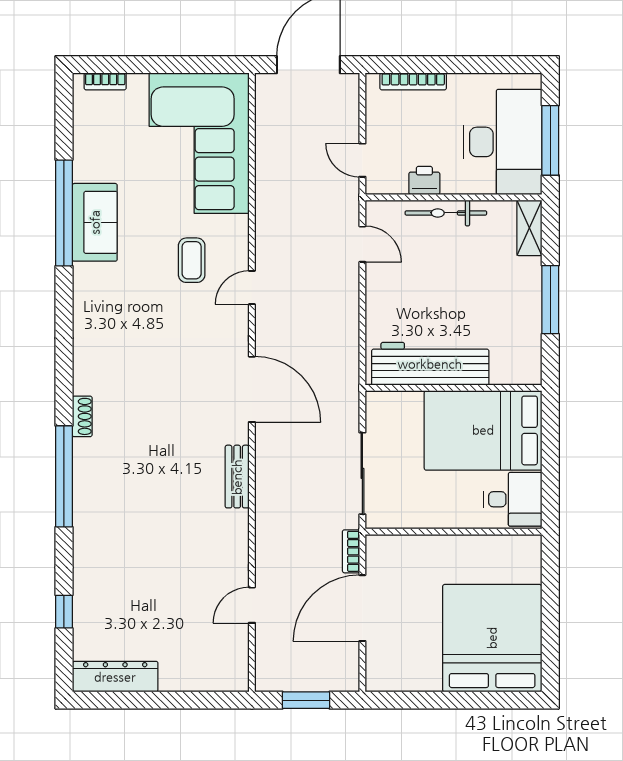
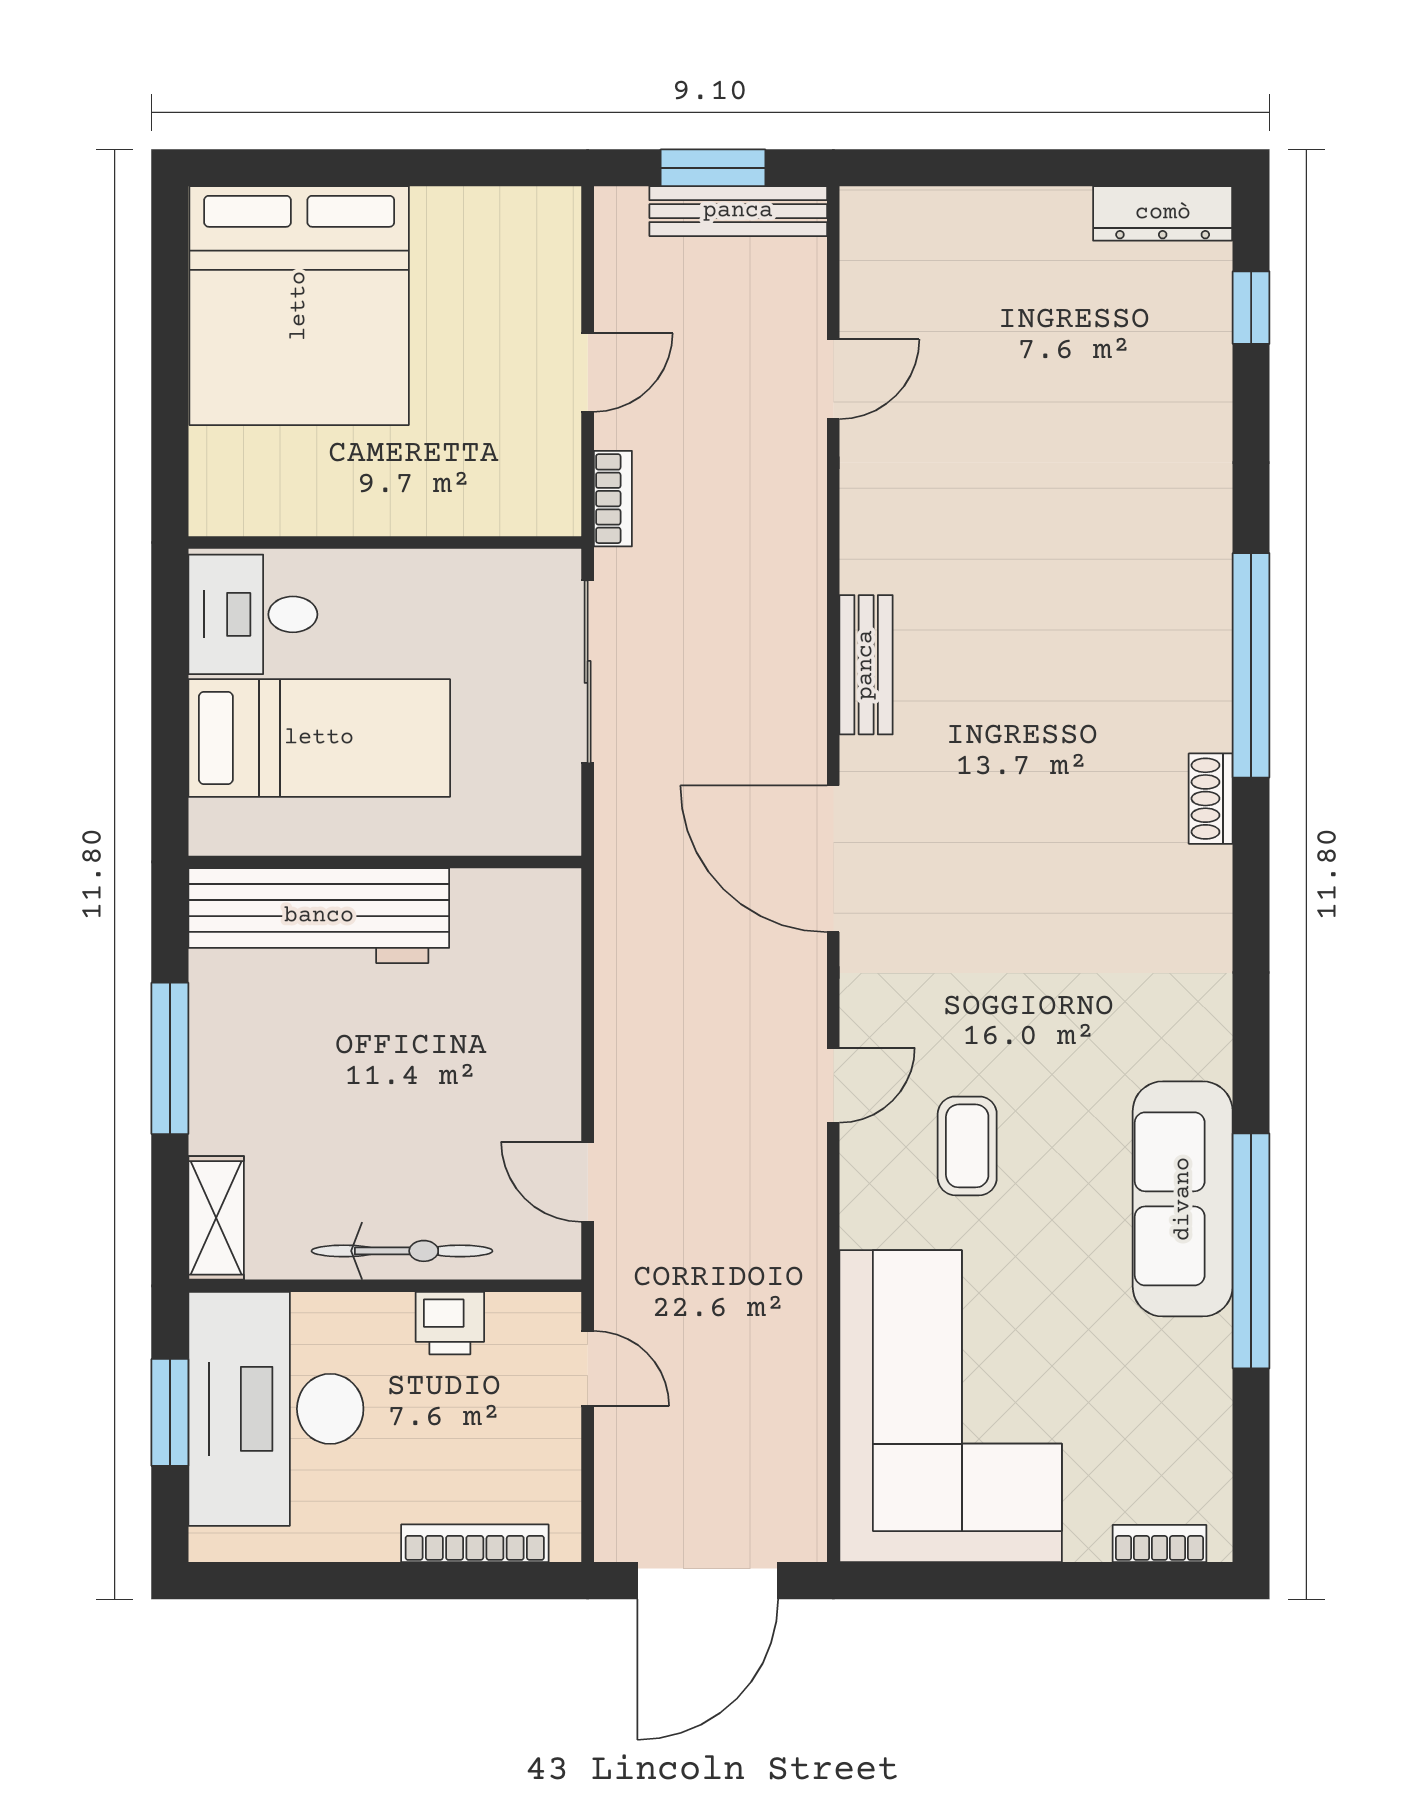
window: (550, 140) -> (170, 1412), width x0.69
sofa: (95, 222) -> (1183, 1199), width x1.36
workbench: (430, 364) -> (319, 916), moved
bed: (483, 430) -> (319, 738), width x0.67
door: (362, 608) -> (588, 372), width x0.53
window: (64, 612) -> (1251, 308), moved
dresser: (115, 677) -> (1163, 213), width x0.73, depth x0.80
bench: (295, 681) -> (738, 211), added

